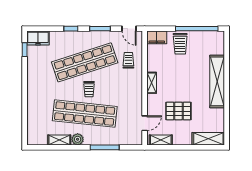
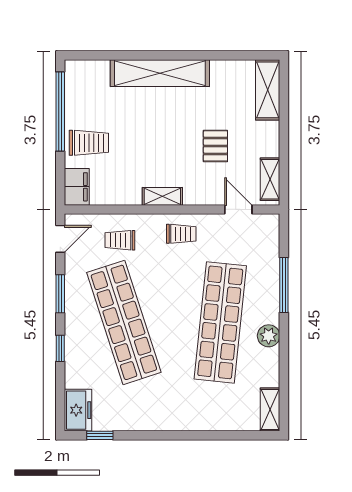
trolley: (89, 89) -> (181, 234), moved
pallet: (178, 111) -> (215, 146), width x0.67, depth x0.71
shelving: (59, 140) -> (270, 410), moved

